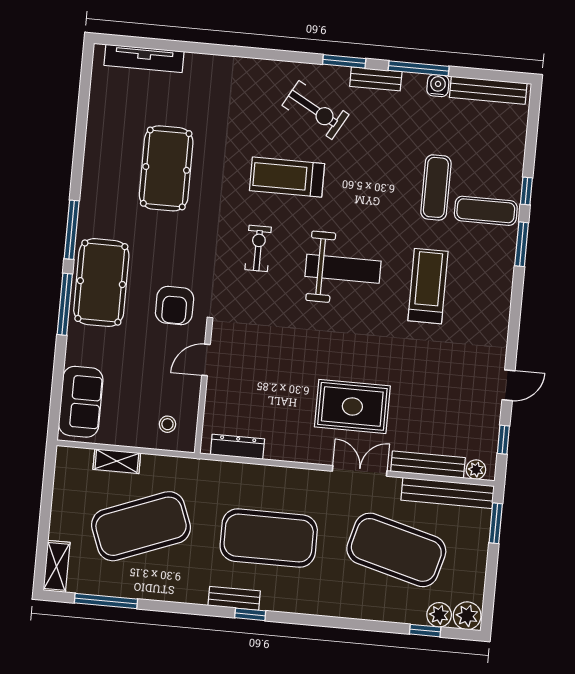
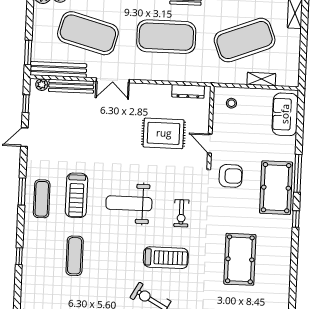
exercise mat: (486, 211) -> (42, 199), moved, turned 90
window: (72, 230) -> (296, 219), width x0.46
window: (522, 244) -> (22, 192), moved
armchair: (175, 305) -> (231, 176), turned 90
door: (206, 360) -> (210, 144), swing flipped
rug: (352, 406) -> (164, 133), moved

